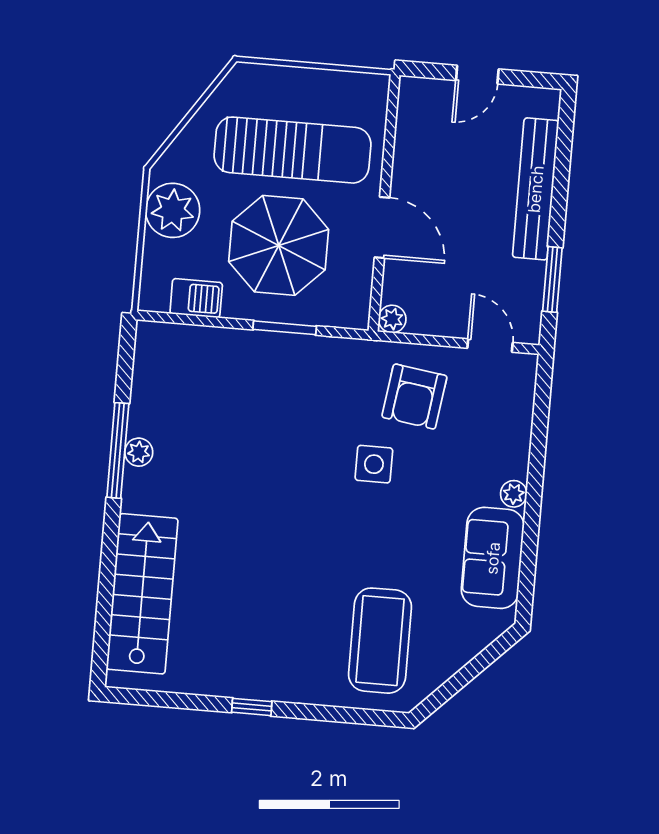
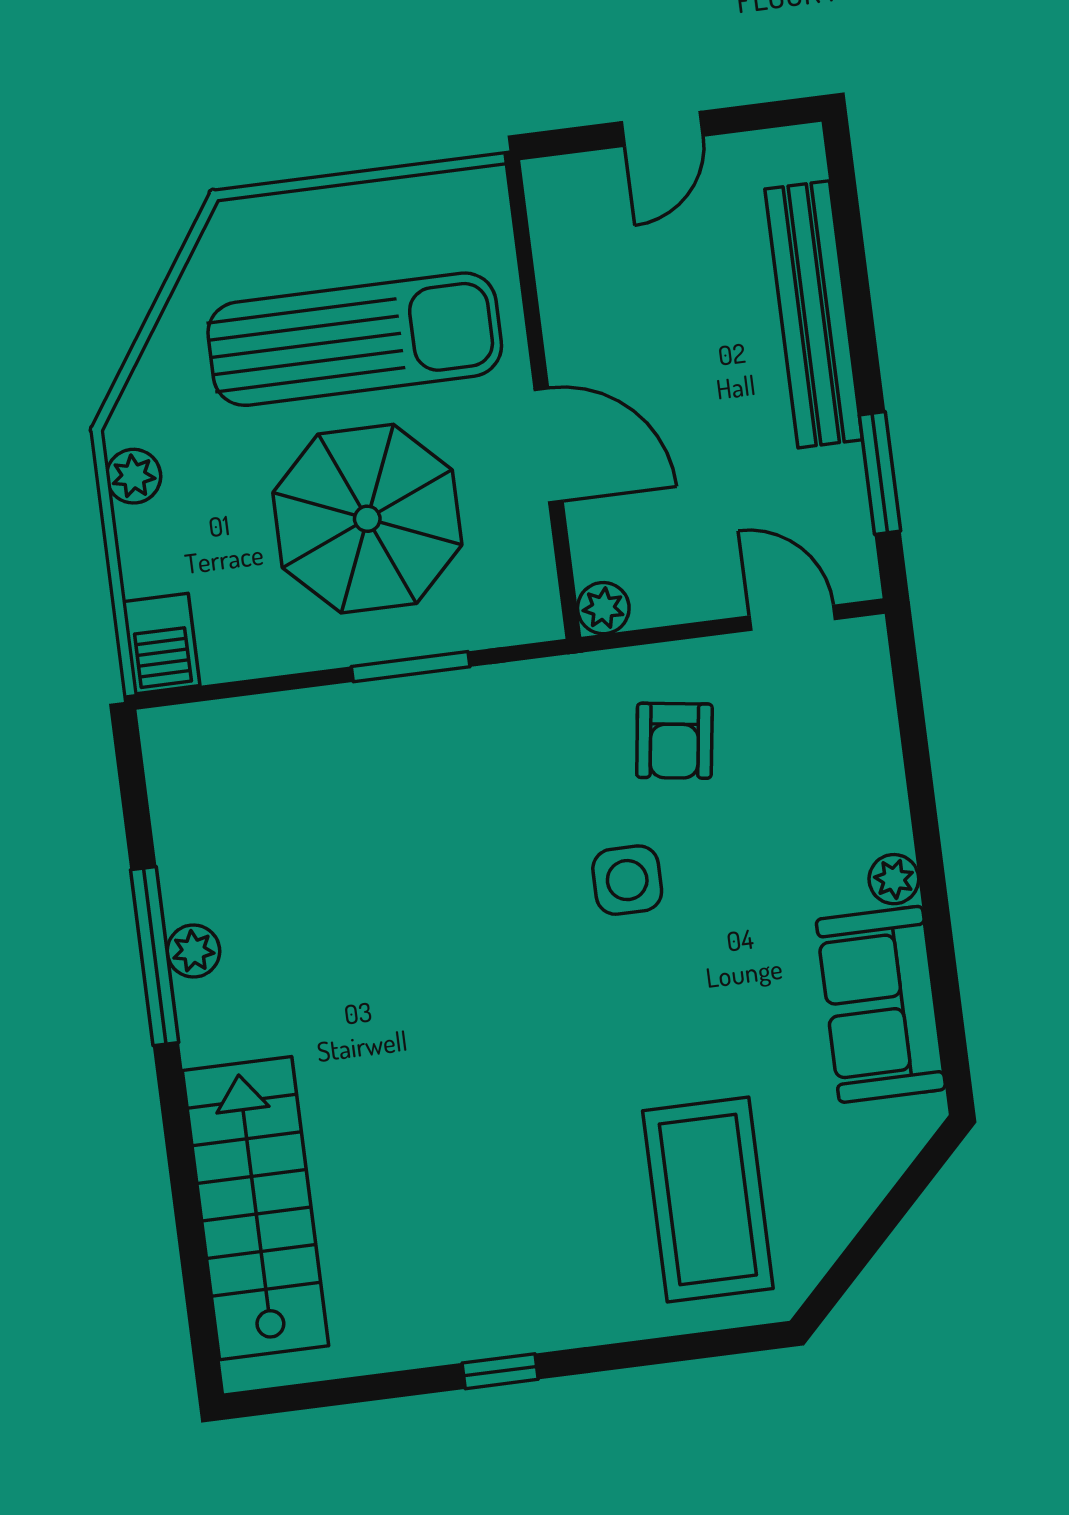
plant: (173, 210) -> (134, 476), width x0.53, depth x0.53
barbecue: (196, 298) -> (161, 644), moved, turned 90
armchair: (414, 396) -> (674, 741), width x0.72, depth x0.72

